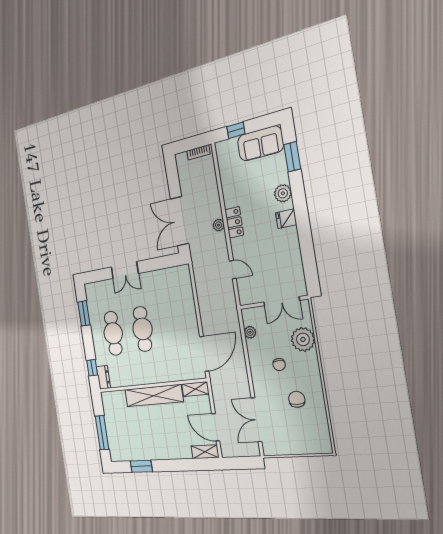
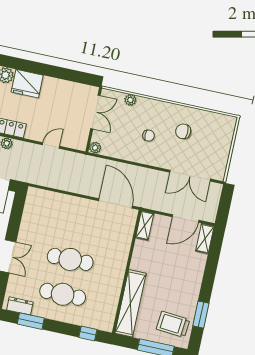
fridge: (286, 219) -> (27, 84), width x1.88, depth x1.34
plant: (250, 332) -> (95, 148), moved
plant: (303, 339) -> (130, 100), width x0.53, depth x0.53
dresser: (103, 377) -> (20, 306), moved
shelving: (154, 396) -> (131, 303), moved
trolley: (125, 443) -> (173, 324), added

